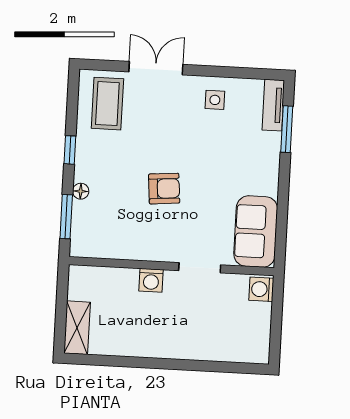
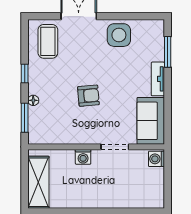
side table: (215, 100) -> (119, 35), width x1.87, depth x1.87
tv unit: (273, 105) -> (158, 79), moved
shelving: (77, 328) -> (38, 182), width x1.50, depth x1.33

